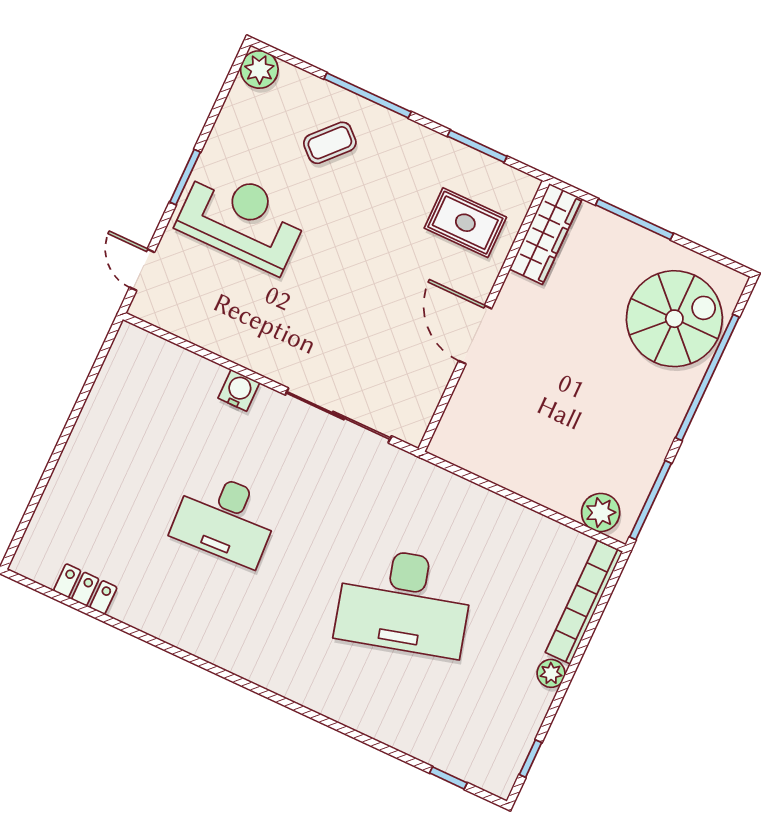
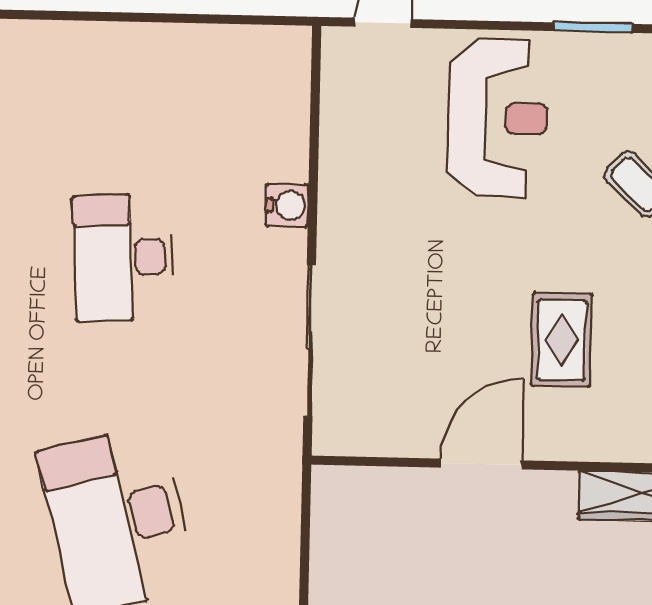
window: (185, 177) -> (593, 28), moved
rug: (465, 223) -> (562, 340), moved

